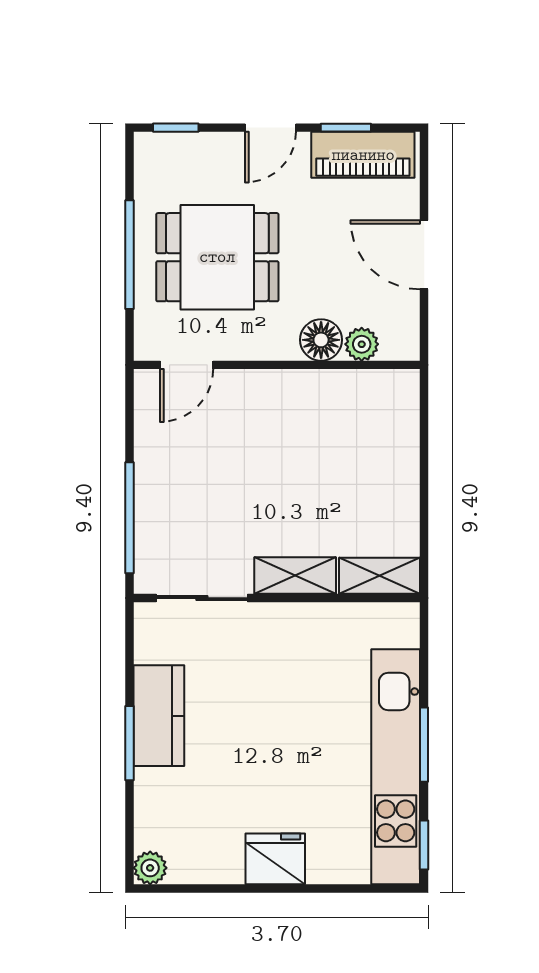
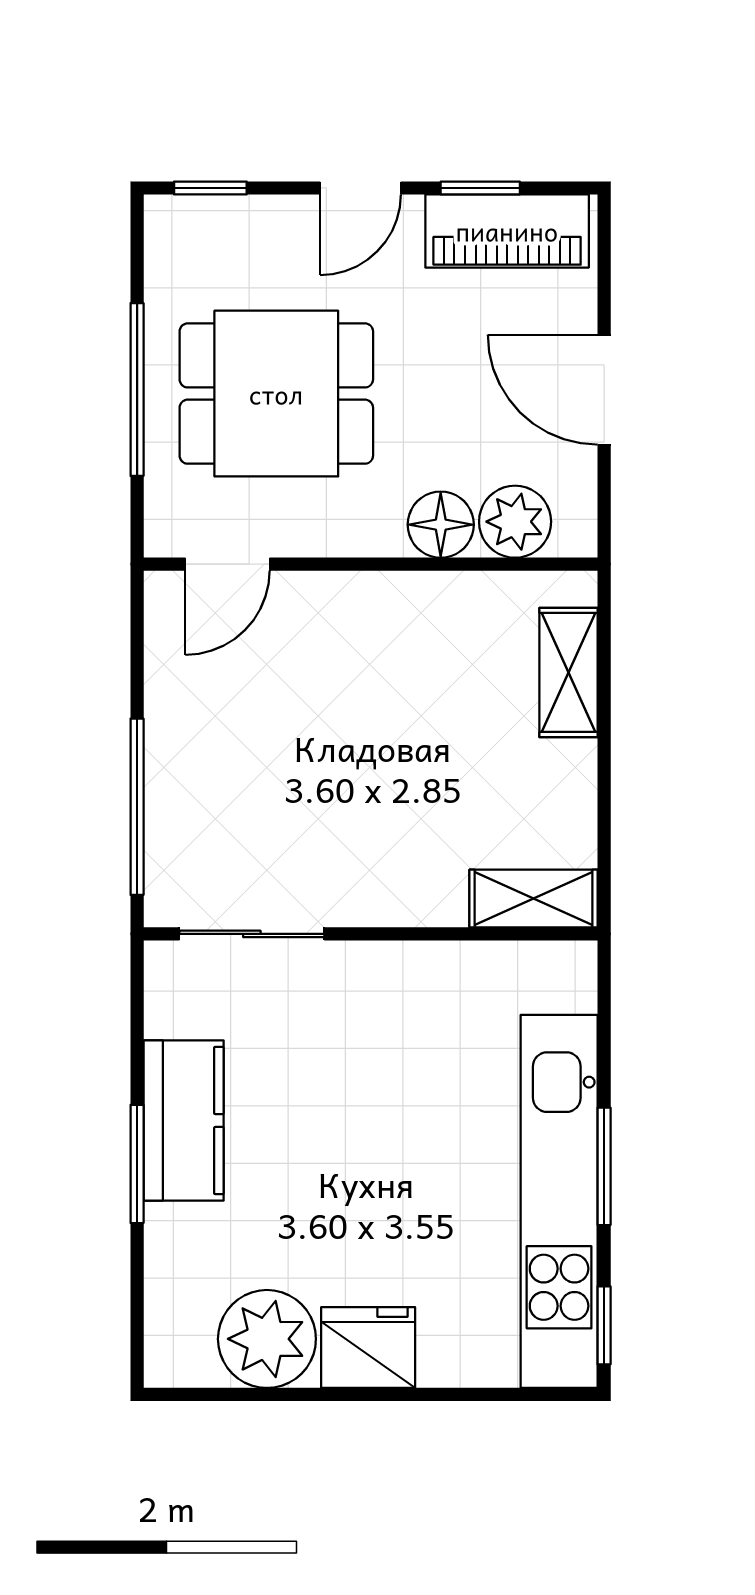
plant: (362, 344) -> (515, 522), width x1.38, depth x1.38
shelving: (295, 576) -> (569, 672), moved, turned 90
plant: (150, 868) -> (267, 1339), moved, width x1.88, depth x1.88

